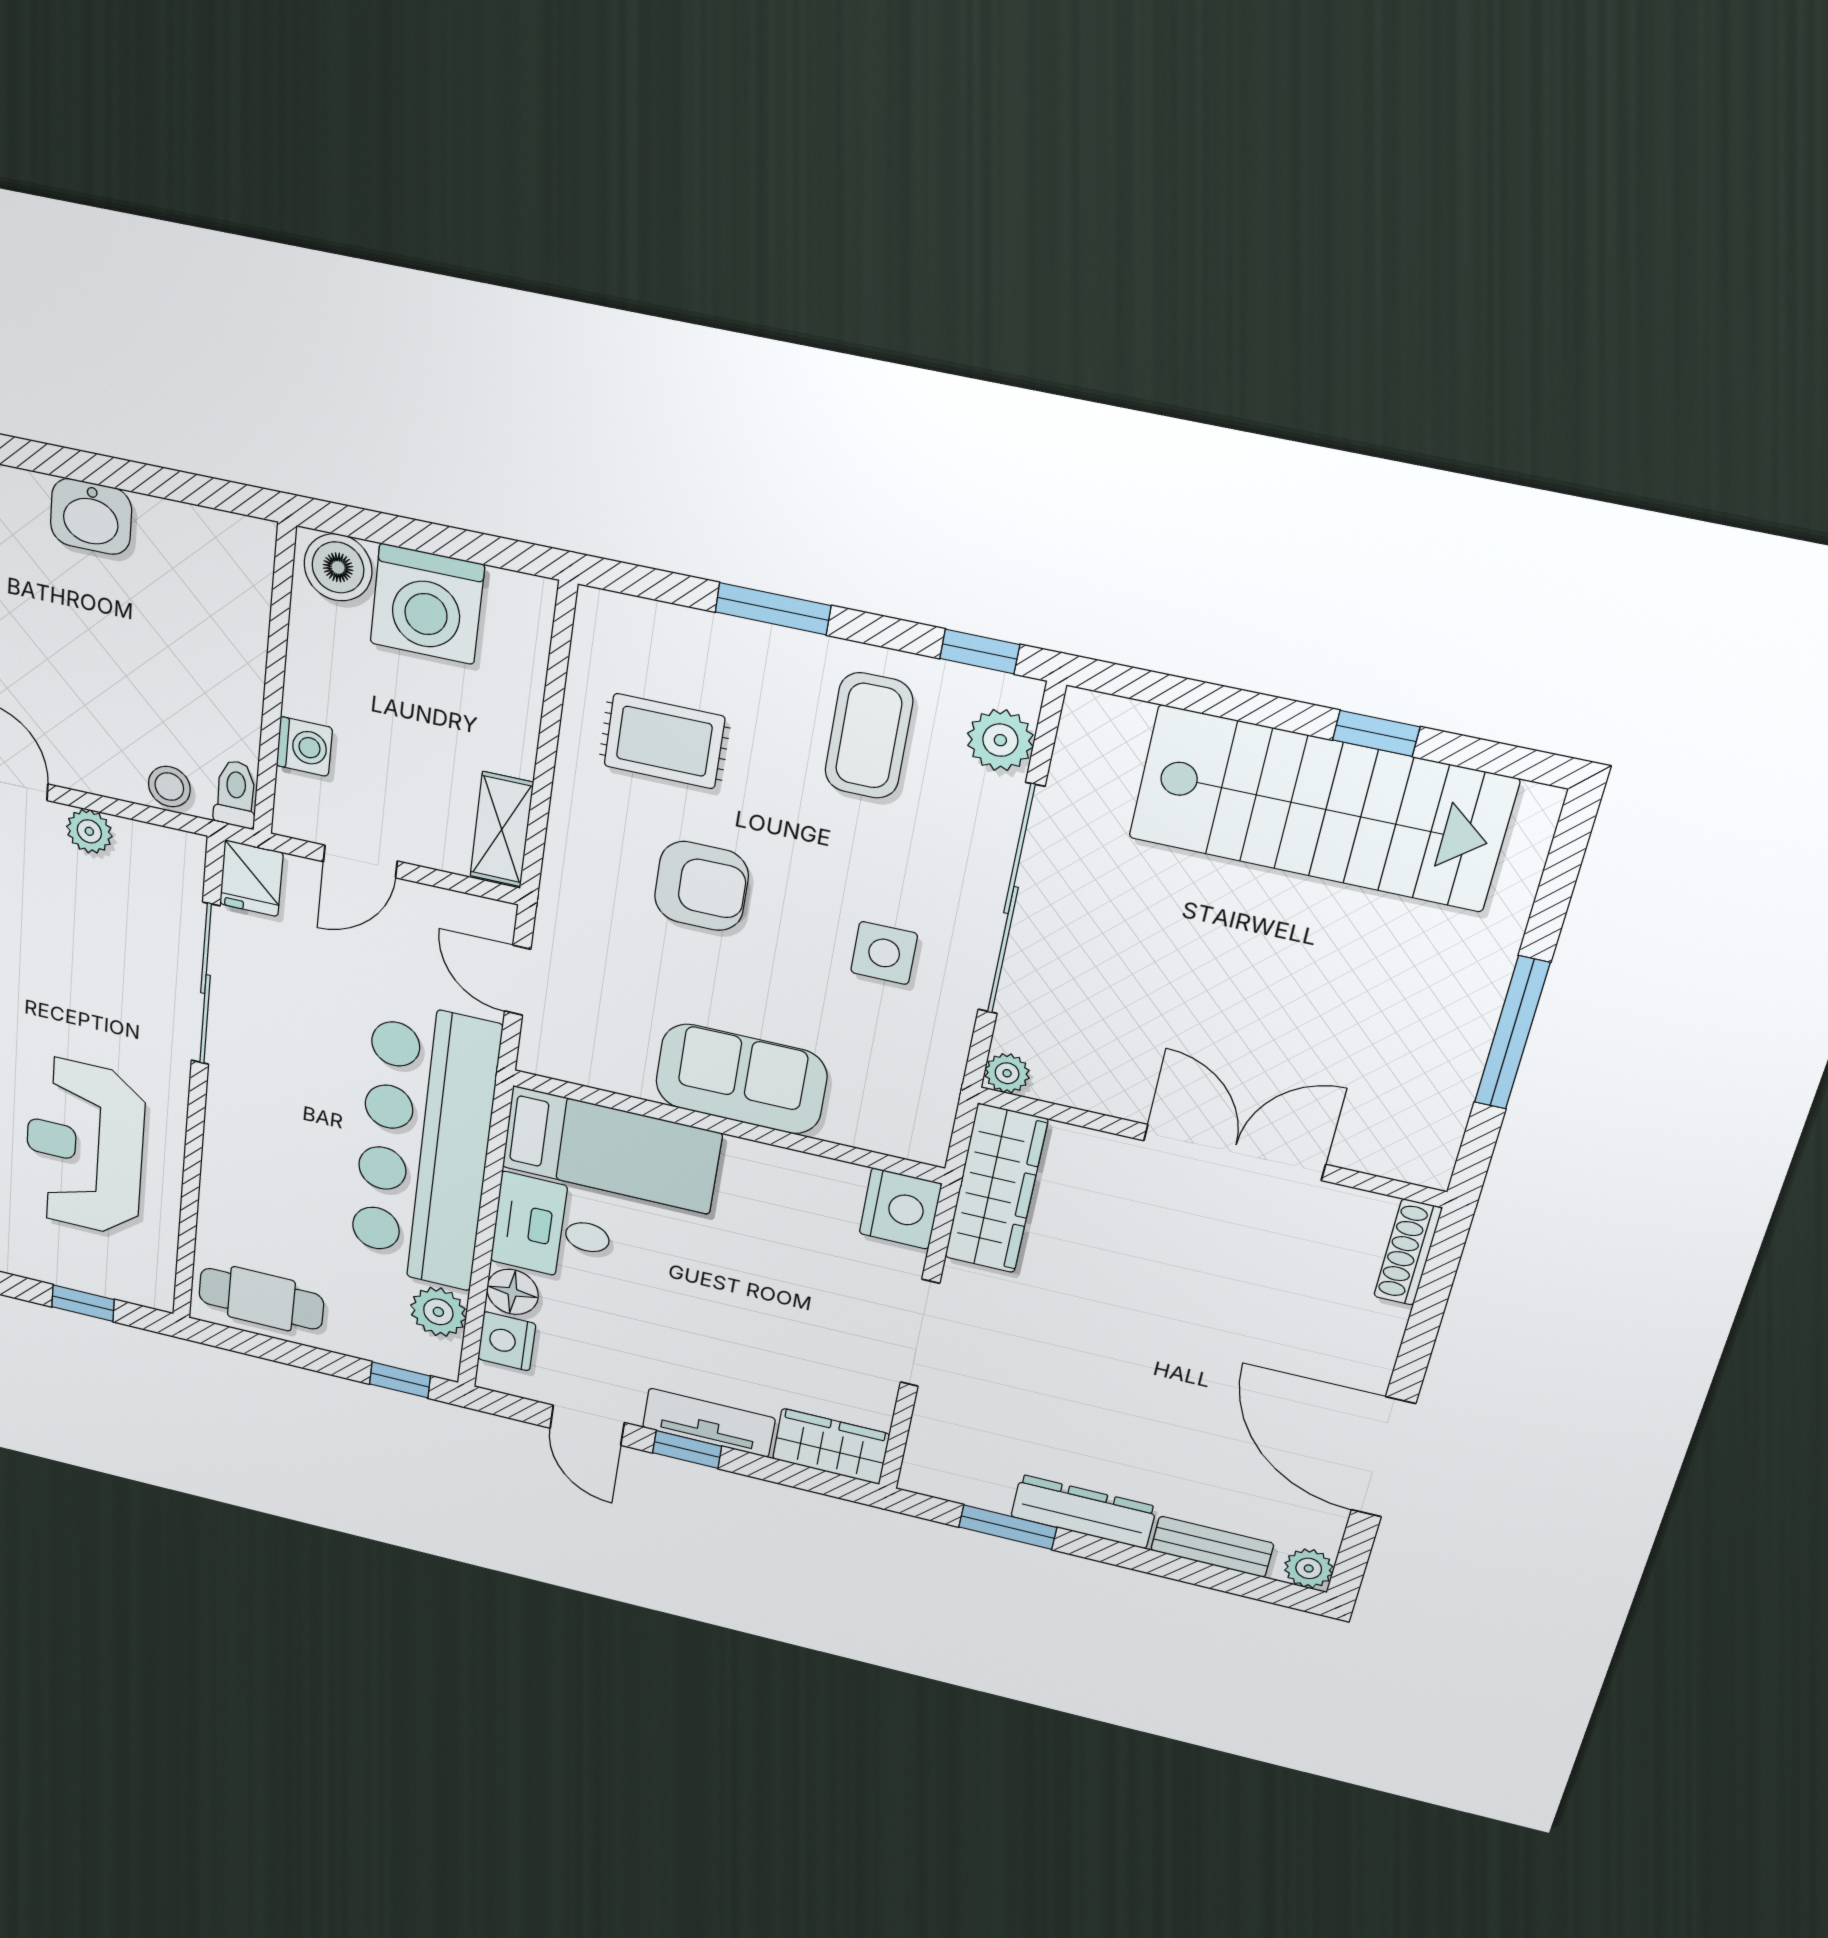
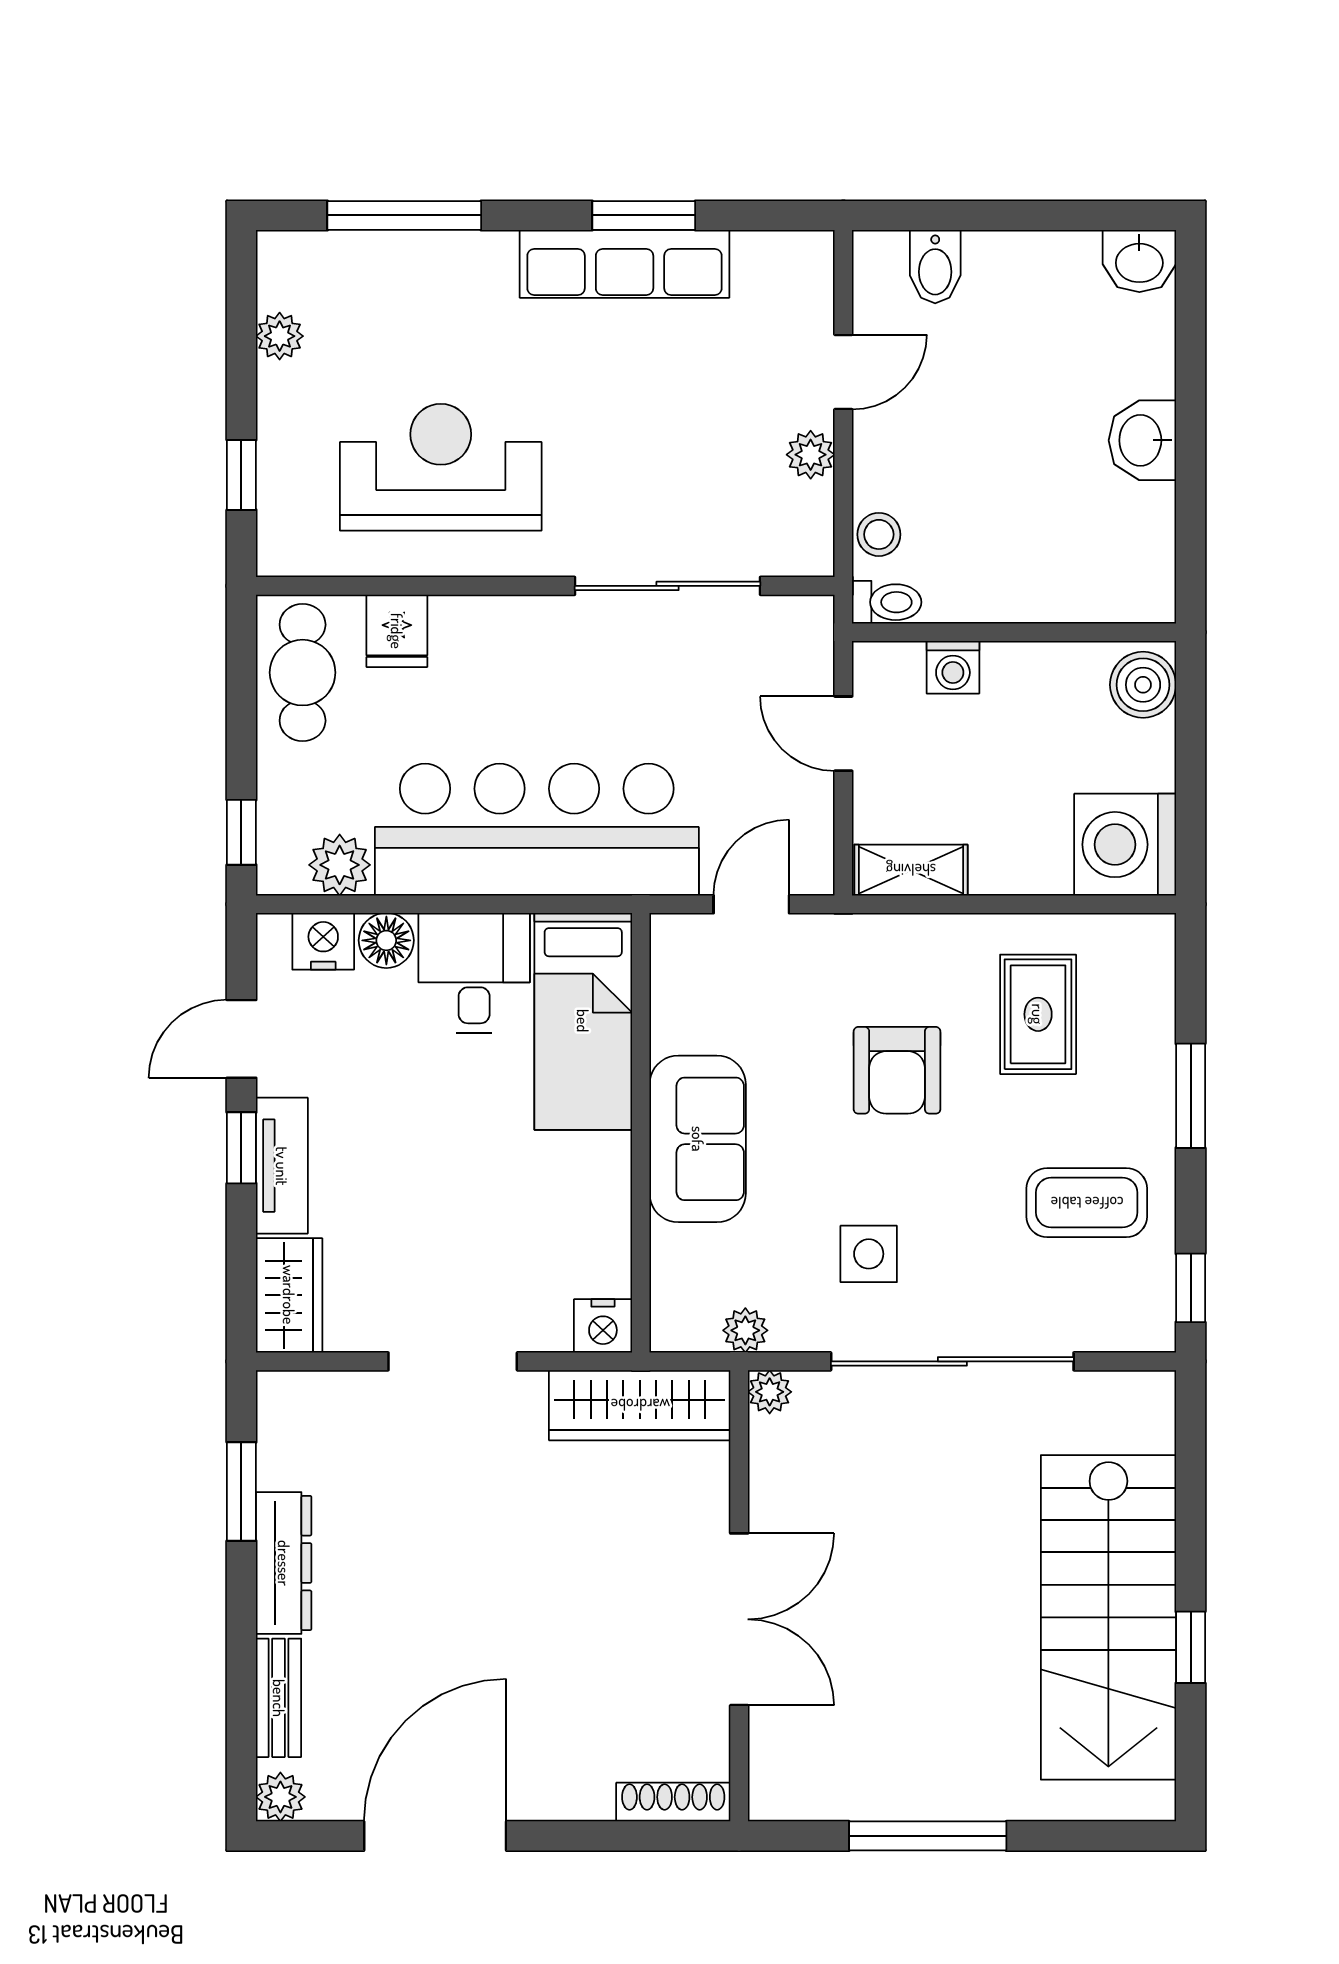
washing machine: (427, 604) -> (1125, 845), moved
plant: (1000, 740) -> (745, 1330), moved, width x0.73, depth x0.73
fridge: (251, 878) -> (397, 631), moved, turned -90
nightstand: (900, 1209) -> (603, 1326), width x0.74, depth x0.75

